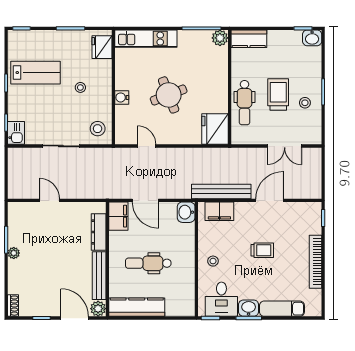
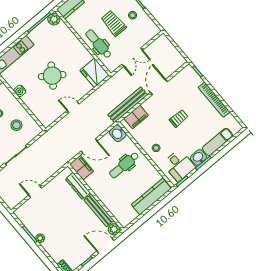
round table: (169, 95) -> (52, 76), turned -34
water cooler: (122, 97) -> (20, 91), moved
dental chair: (245, 103) -> (99, 44), turned 180
stool: (98, 129) -> (16, 125), moved
door: (147, 146) -> (73, 107), moved
double door: (285, 146) -> (132, 57), moved
dental chair: (148, 263) -> (124, 165), moved
kitchen counter: (137, 307) -> (151, 197), moved

